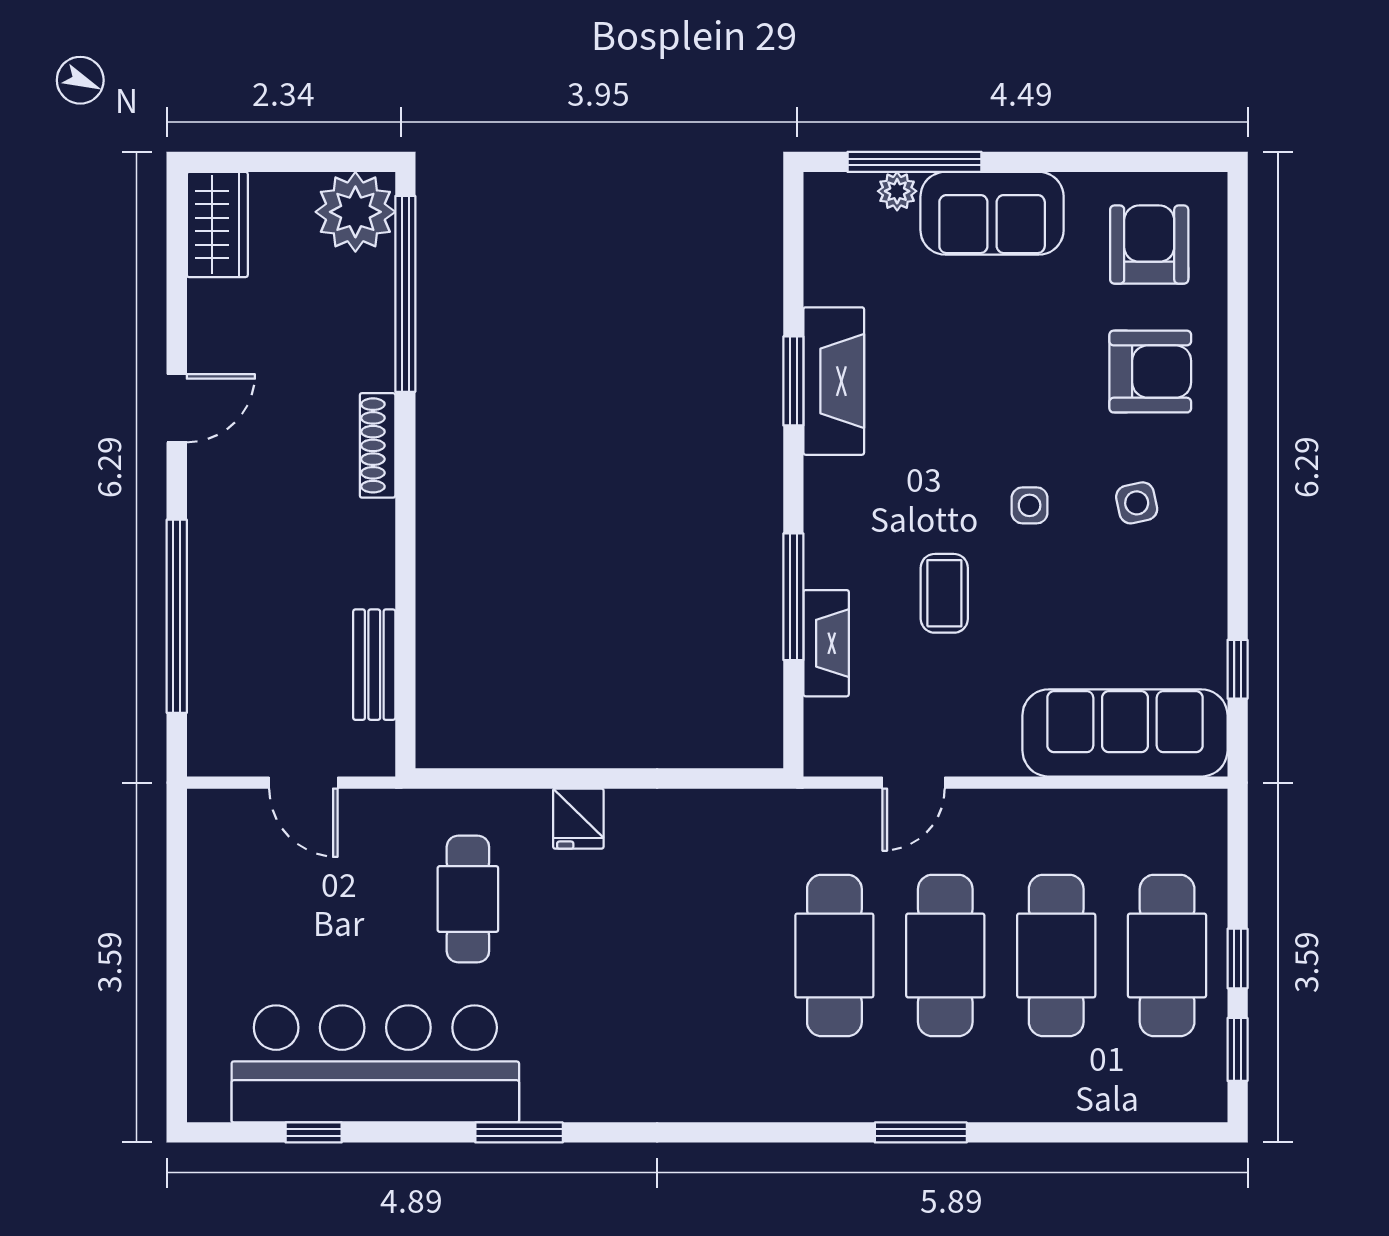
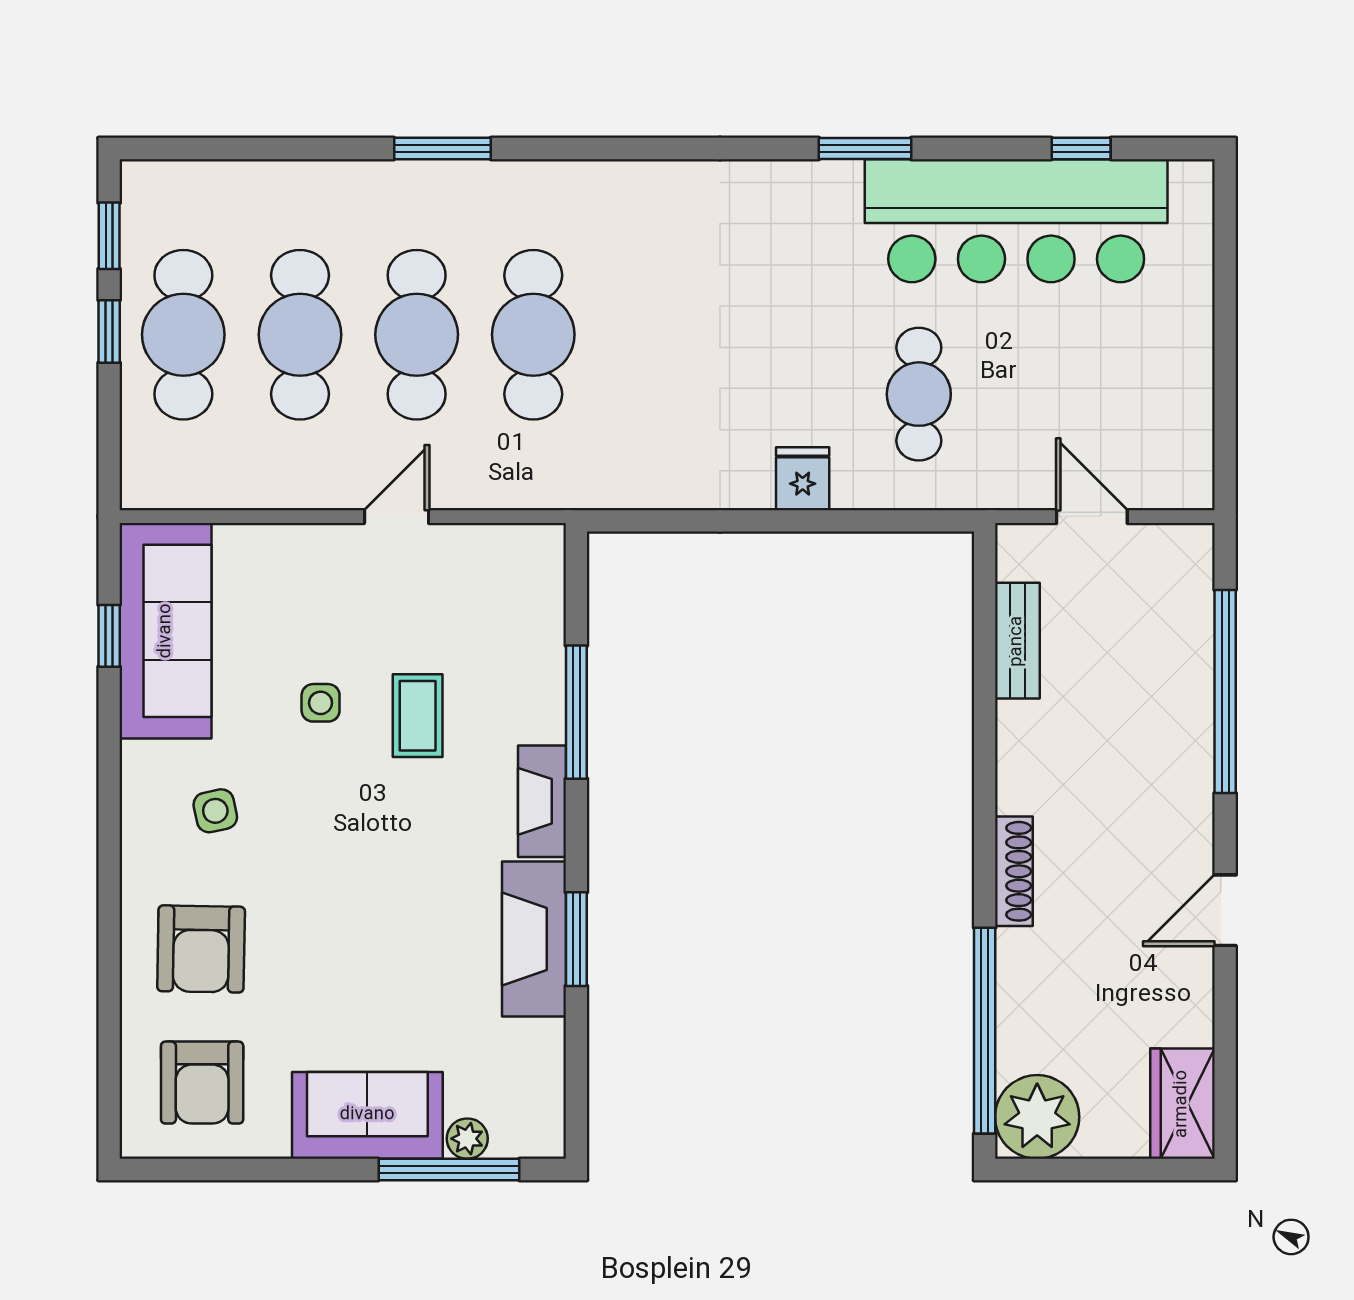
armchair: (1150, 372) -> (201, 949), turned -89
side table: (1030, 505) -> (321, 703), moved
fireplace: (826, 643) -> (542, 801), moved
sofa: (1125, 733) -> (166, 631), moved, turned -90
door: (914, 783) -> (397, 517), moved

